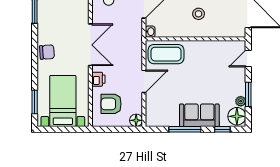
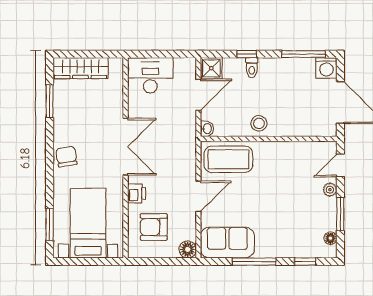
stool: (198, 14) -> (259, 123), moved
chair: (47, 52) -> (66, 157), turned -95
plant: (241, 101) -> (330, 190), moved
sofa: (199, 115) -> (227, 243), moved
floor lamp: (237, 116) -> (330, 238), width x0.53, depth x0.53

